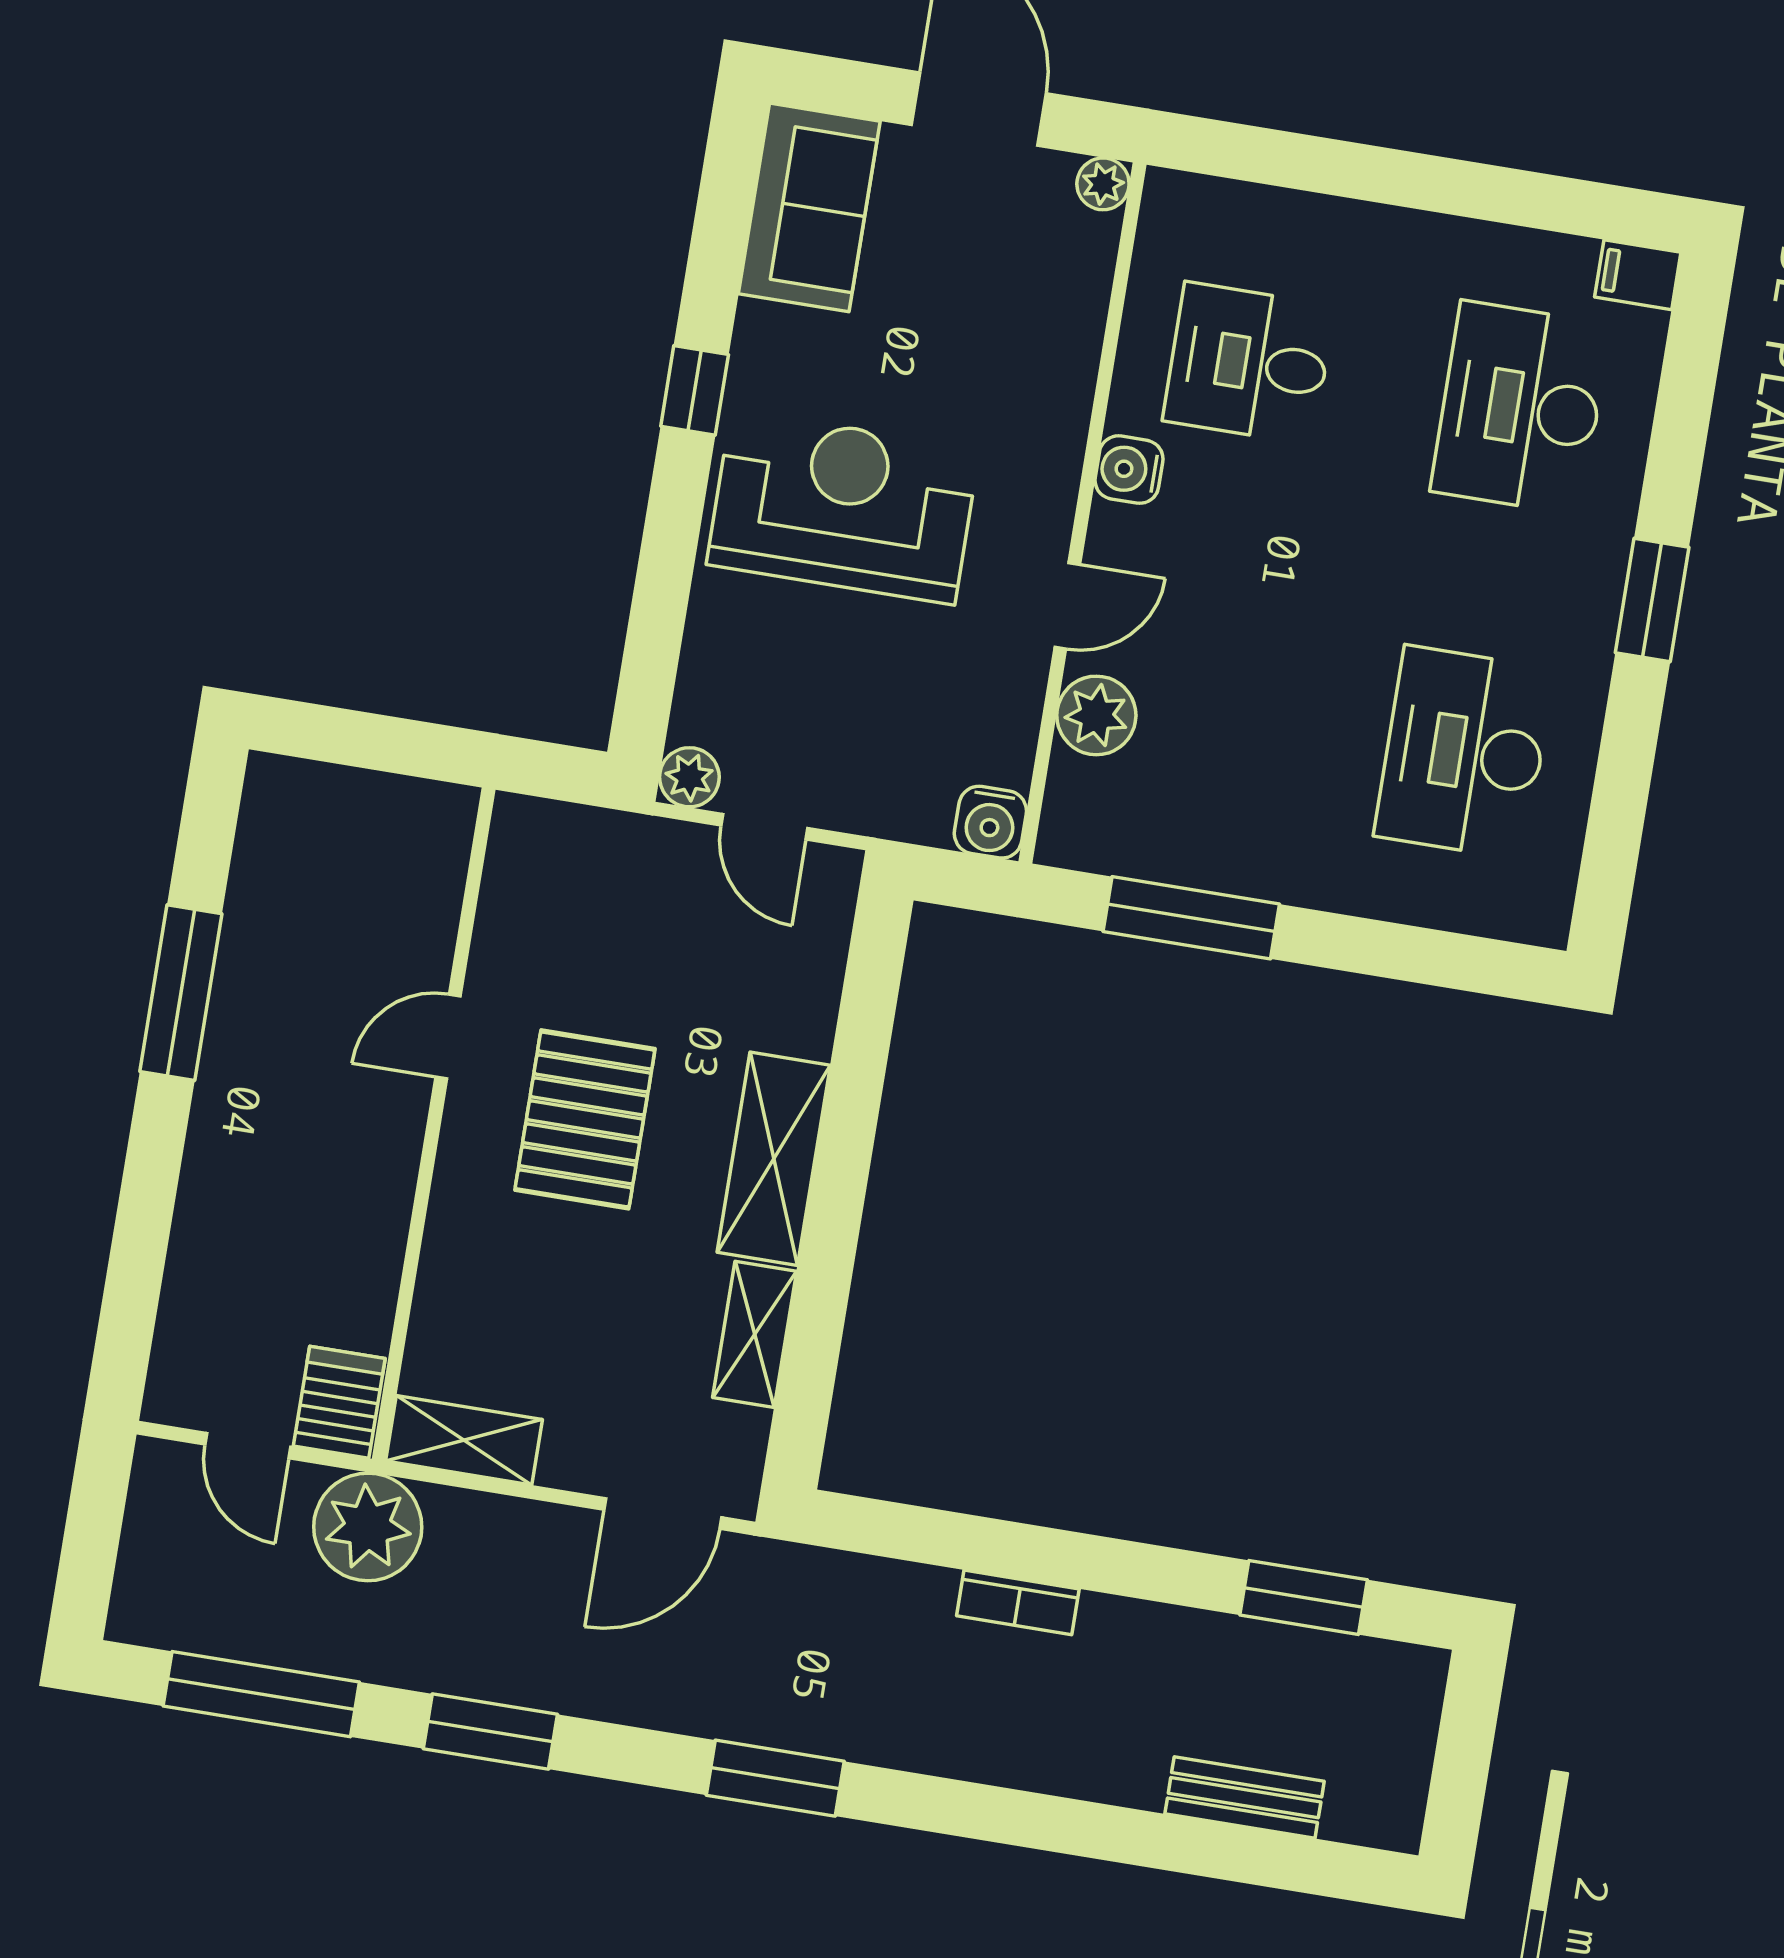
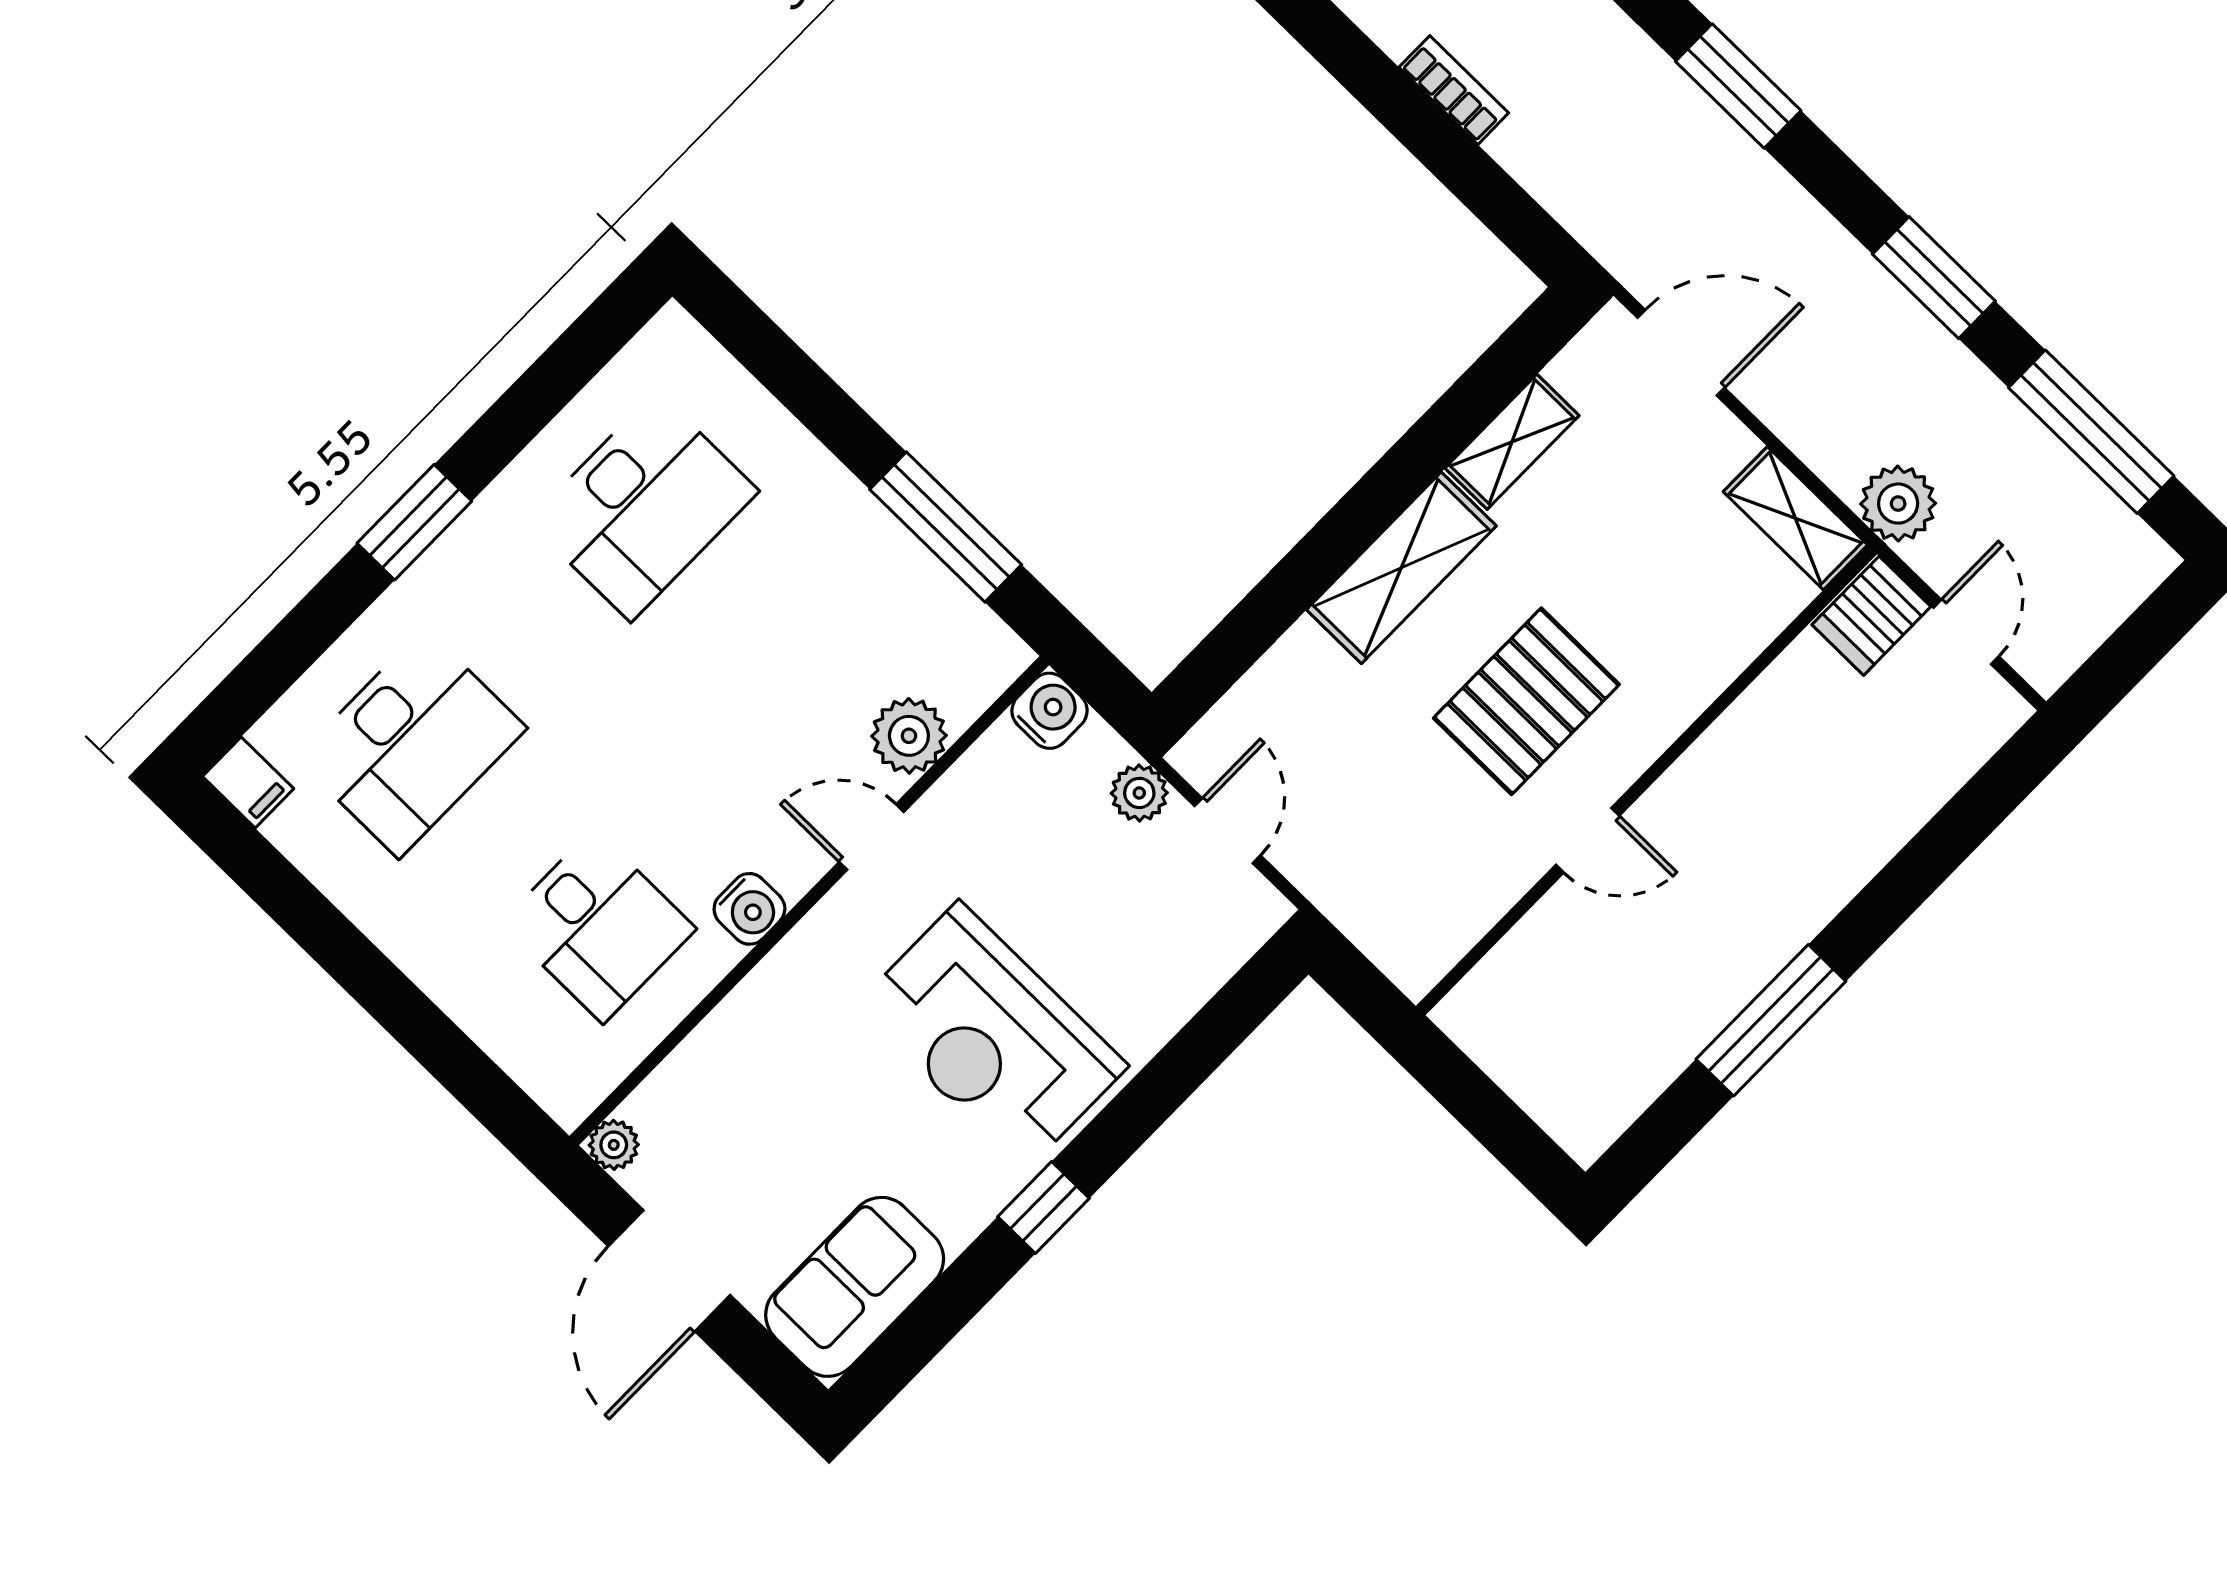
plant: (689, 777) -> (1139, 793), moved
plant: (368, 1527) -> (1898, 504), width x0.73, depth x0.73

